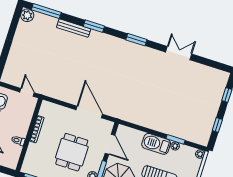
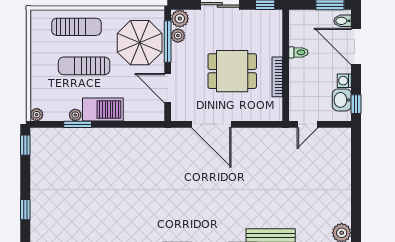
door: (27, 92) -> (308, 124), hinge flipped
window: (217, 125) -> (25, 145), moved
dining table: (72, 152) -> (232, 71), moved, turned 90

